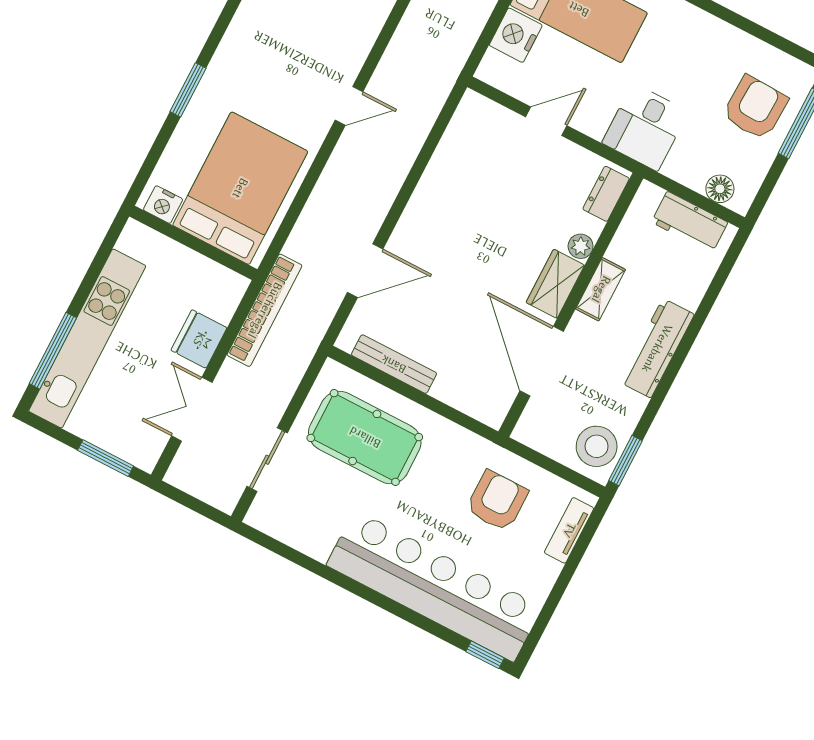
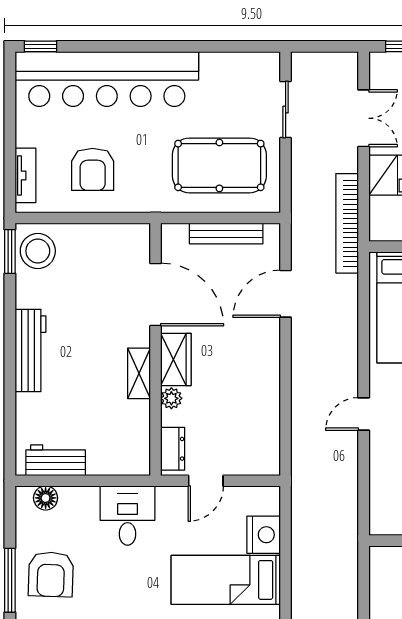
dresser: (606, 194) -> (173, 449), moved
plant: (581, 246) -> (171, 398), moved
wardrobe: (555, 284) -> (176, 359), moved
shelving: (601, 289) -> (139, 373), moved
wall: (571, 305) -> (155, 349), moved
door: (542, 361) -> (155, 295), moved

